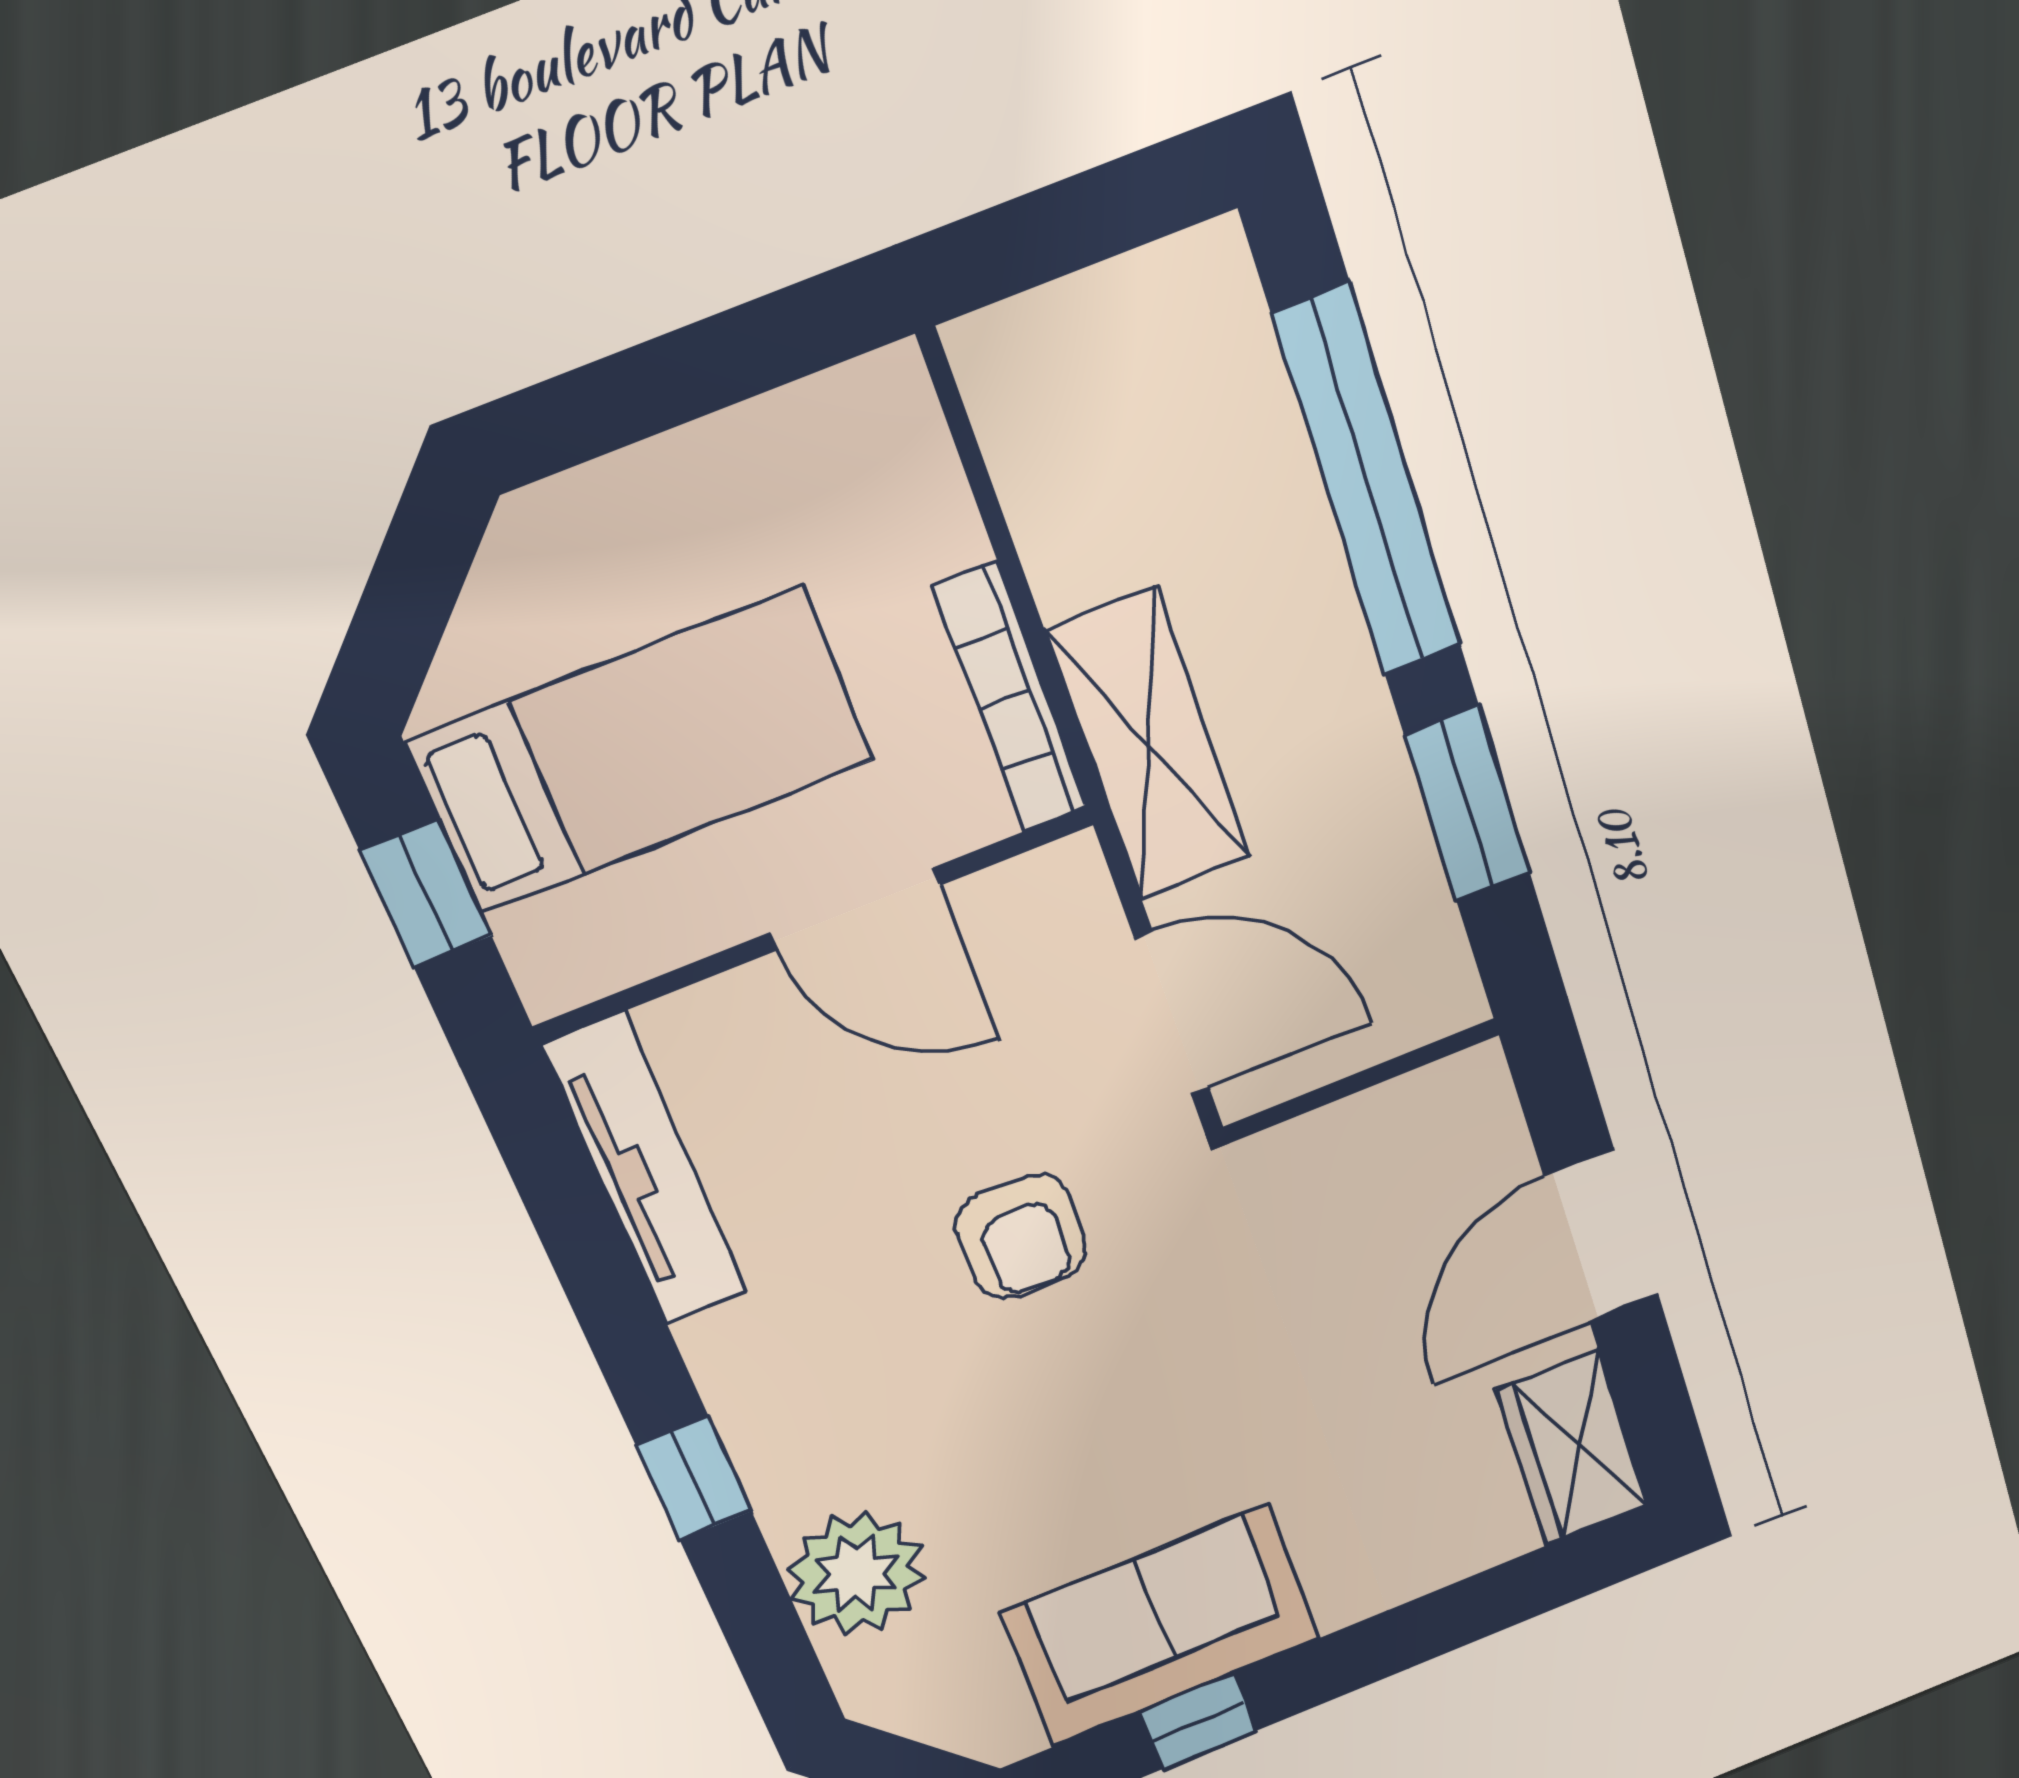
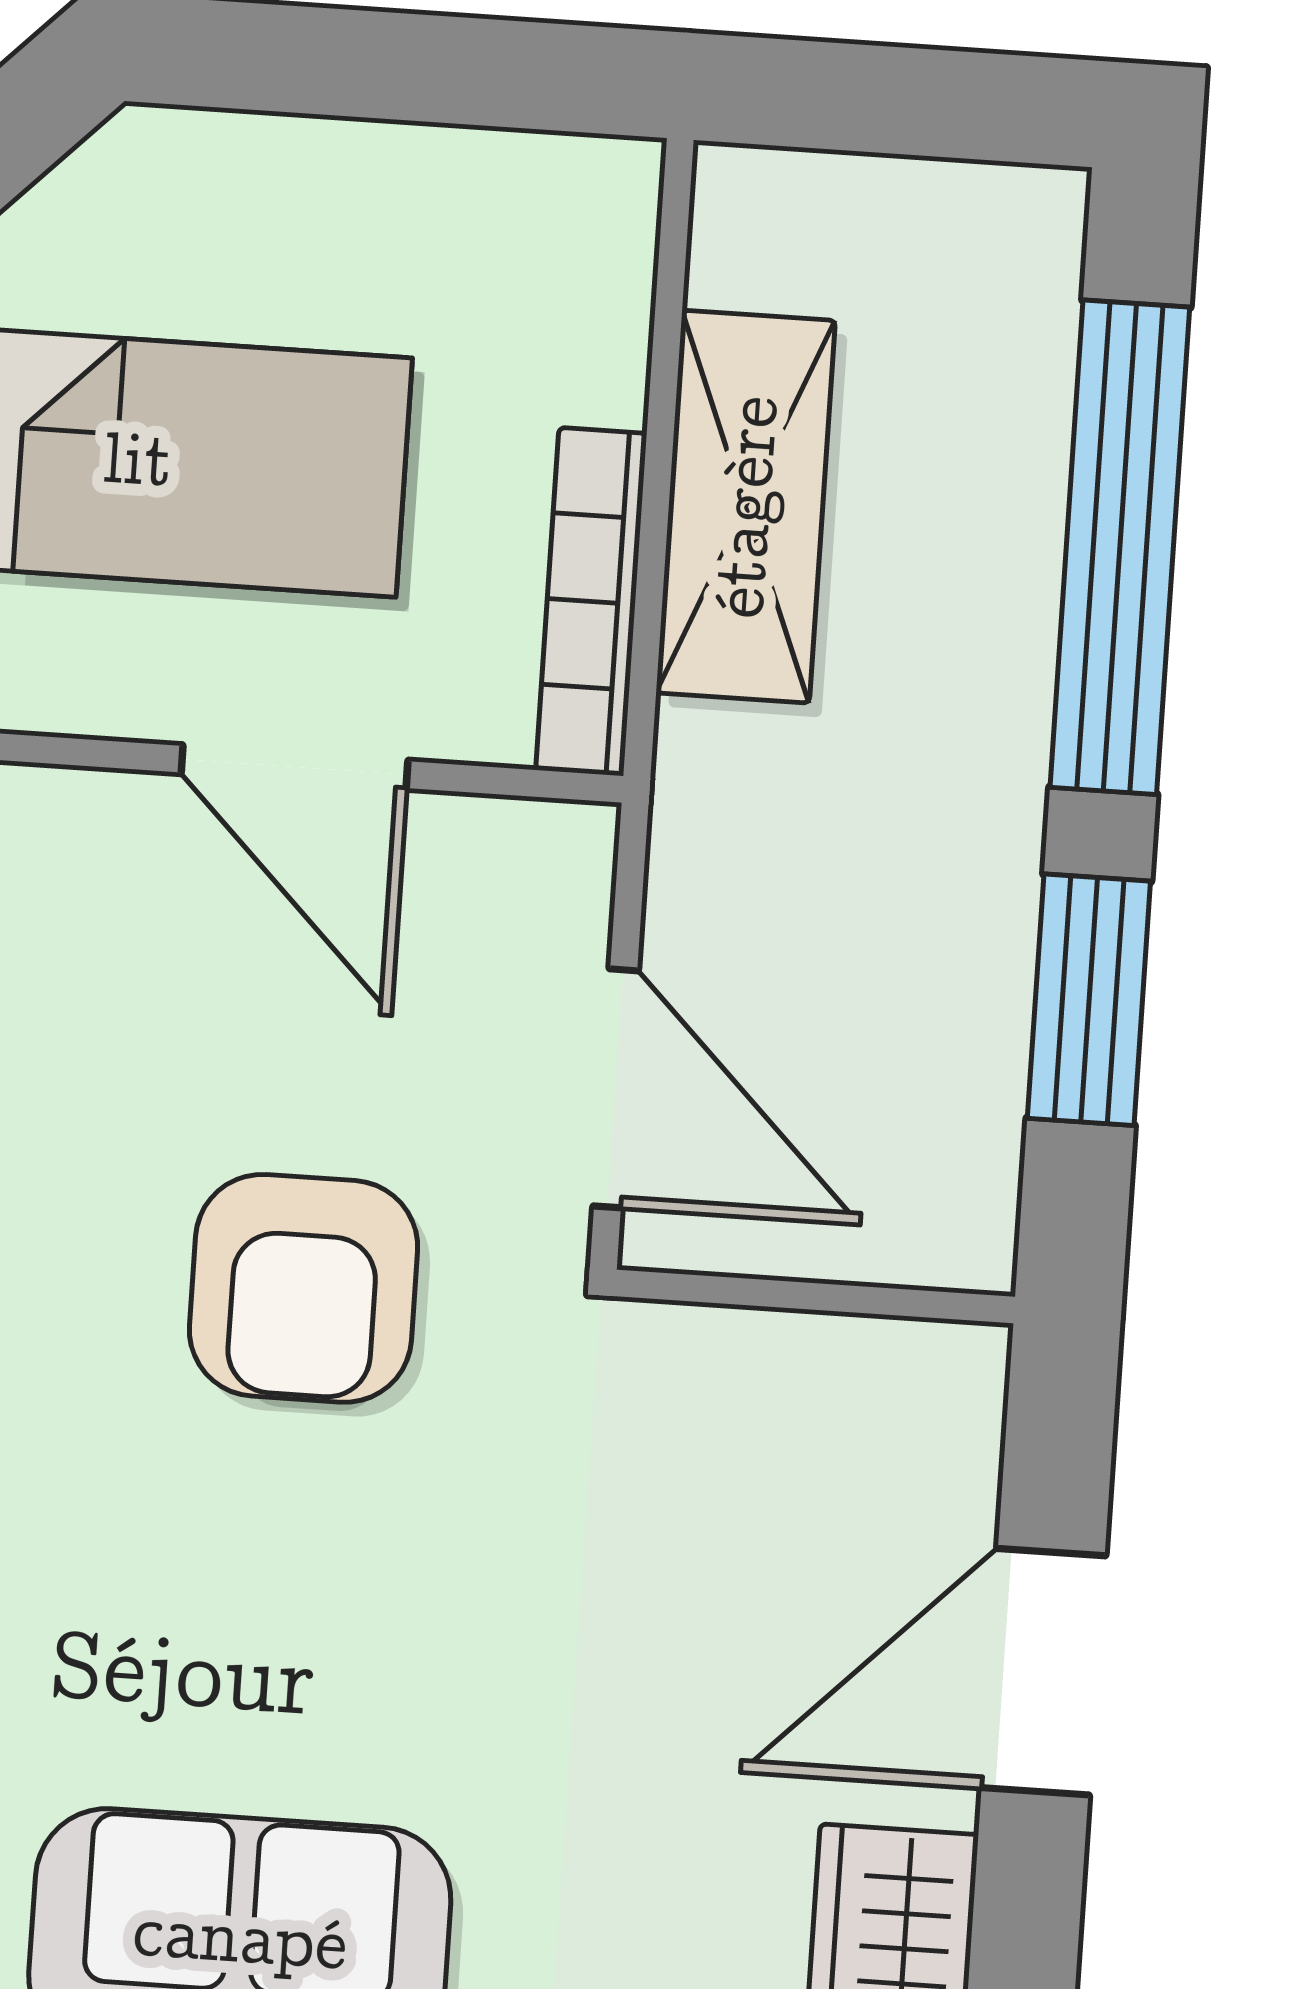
shelving: (1149, 745) -> (746, 507), moved
armchair: (1021, 1237) -> (304, 1288), width x1.38, depth x1.38

